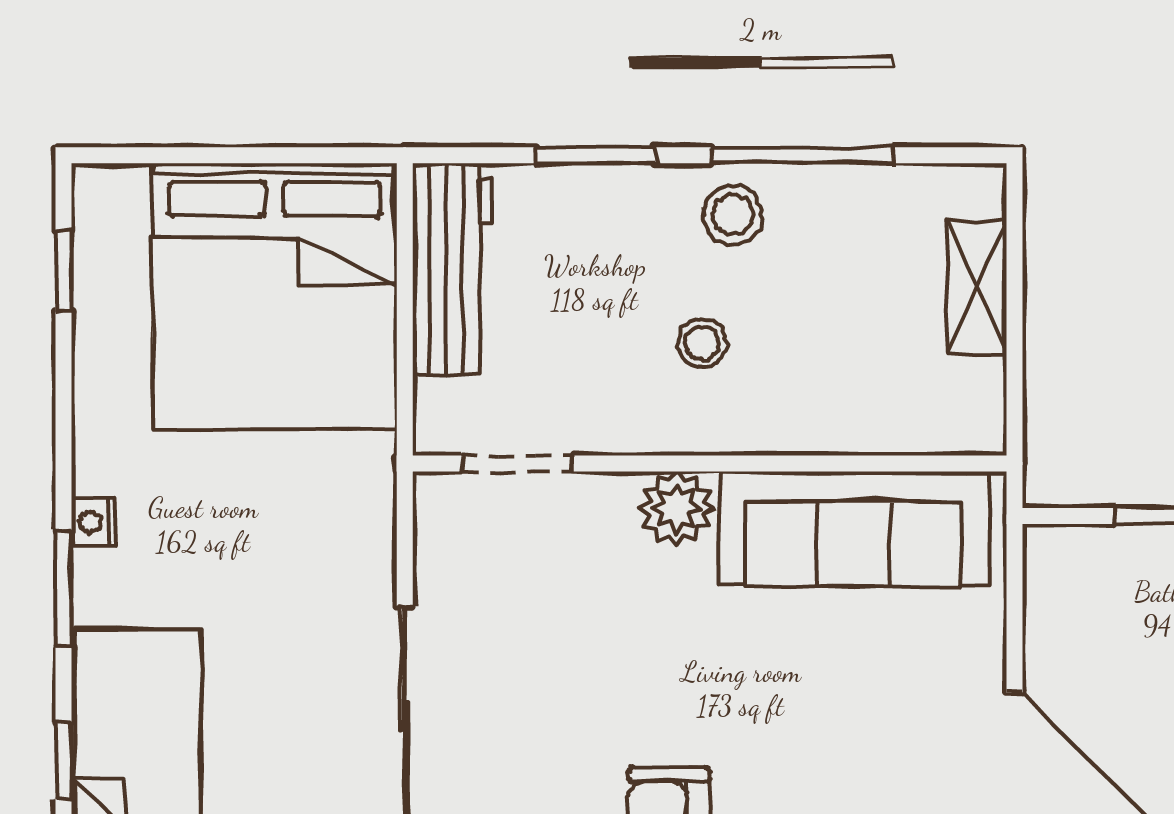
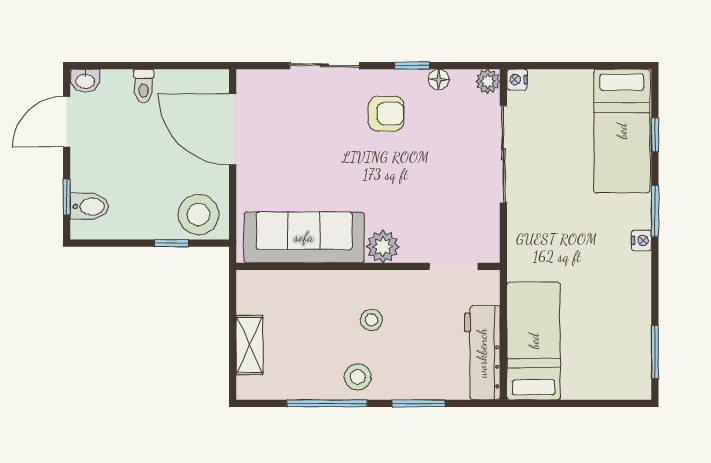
window: (64, 271) -> (655, 352), width x1.50
bed: (275, 296) -> (534, 341), width x0.49
stool: (1091, 580) -> (198, 215), added

